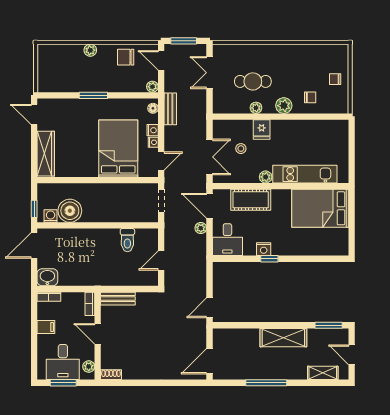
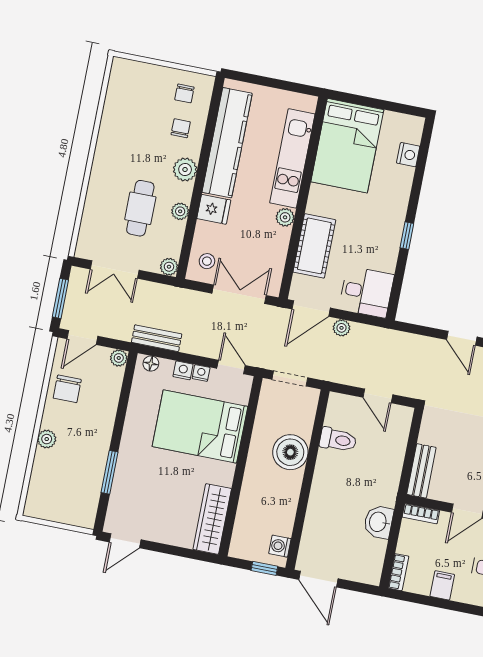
chair: (335, 79) -> (184, 93), moved
window: (93, 95) -> (109, 472), moved
plant: (218, 108) -> (169, 267), added
kitchen counter: (307, 130) -> (227, 143), added
stool: (241, 149) -> (207, 261), moved
wardrobe: (46, 154) -> (212, 519), moved, turned -90
boiler: (70, 211) -> (290, 452), moved
nightstand: (264, 249) -> (408, 155), moved
washbasin: (47, 277) -> (379, 522), moved

